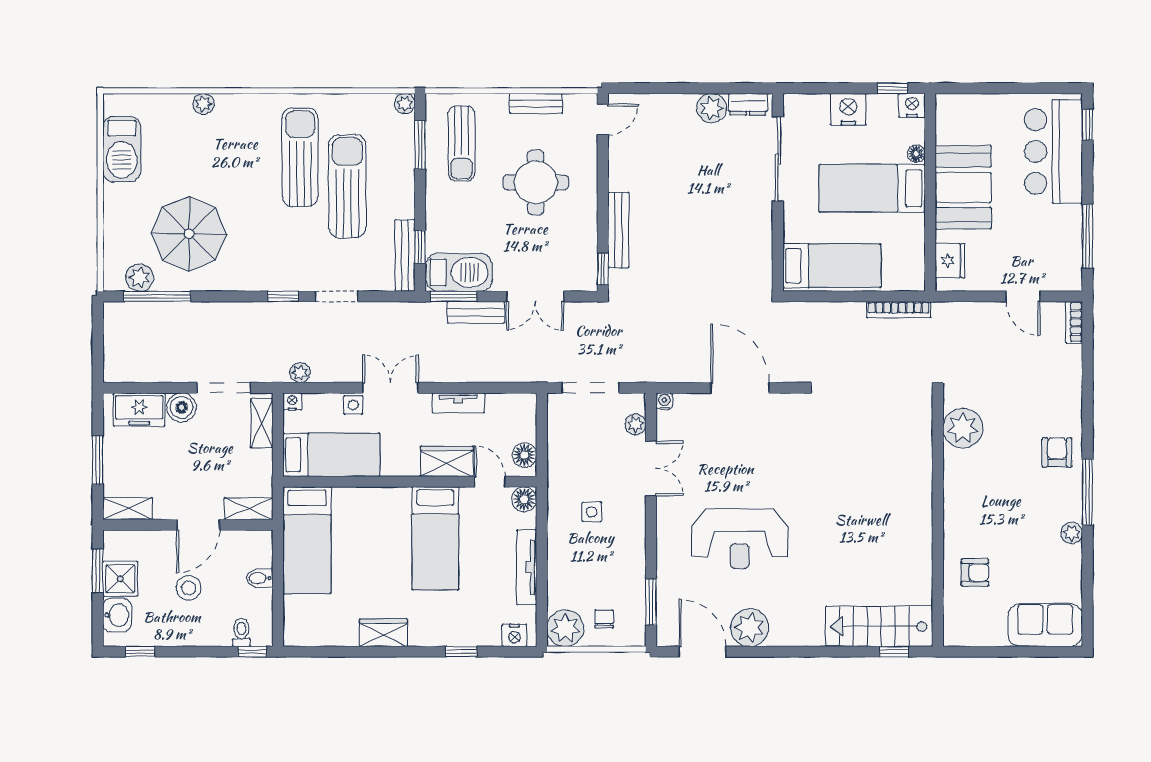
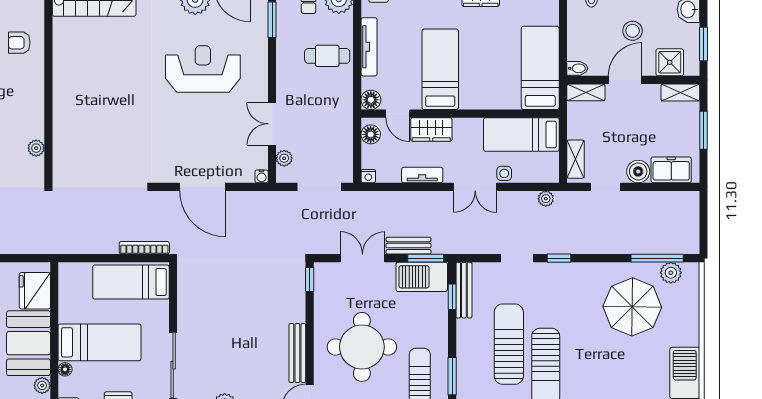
plant: (946, 133) -> (42, 385), added
round table: (536, 182) -> (362, 347), width x1.36, depth x1.36
sun lounger: (347, 186) -> (509, 344), turned 180
bench: (618, 230) -> (297, 353), moved
fridge: (950, 261) -> (35, 291), width x1.36, depth x1.34
bookcase: (899, 310) -> (144, 248), moved
doorway: (223, 388) -> (605, 187), width x0.73
nightstand: (292, 402) -> (368, 176), moved
plant: (963, 428) -> (36, 148), width x0.53, depth x0.53
side table: (592, 512) -> (318, 90), removed
cafe table: (580, 556) -> (327, 56), added
bidet: (260, 578) -> (577, 68), moved
shower: (120, 579) -> (670, 62), moved

